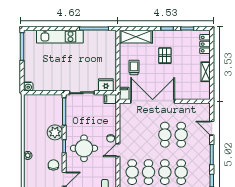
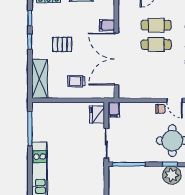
filing cabinet: (124, 93) -> (107, 25), moved
plant: (55, 132) -> (172, 175), moved

